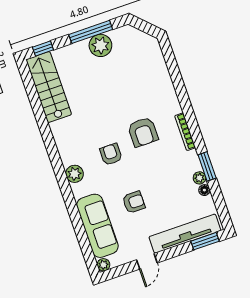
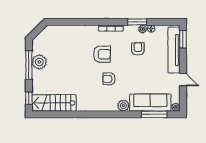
plant: (75, 174) -> (123, 106), moved
armchair: (134, 202) -> (138, 49), moved
window: (82, 237) -> (154, 114), added

